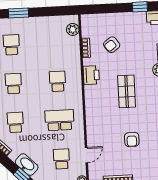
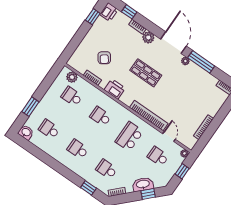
school desk: (56, 43) -> (72, 96), added
bookcase: (91, 123) -> (149, 115), added
armchair: (132, 139) -> (183, 96), removed

